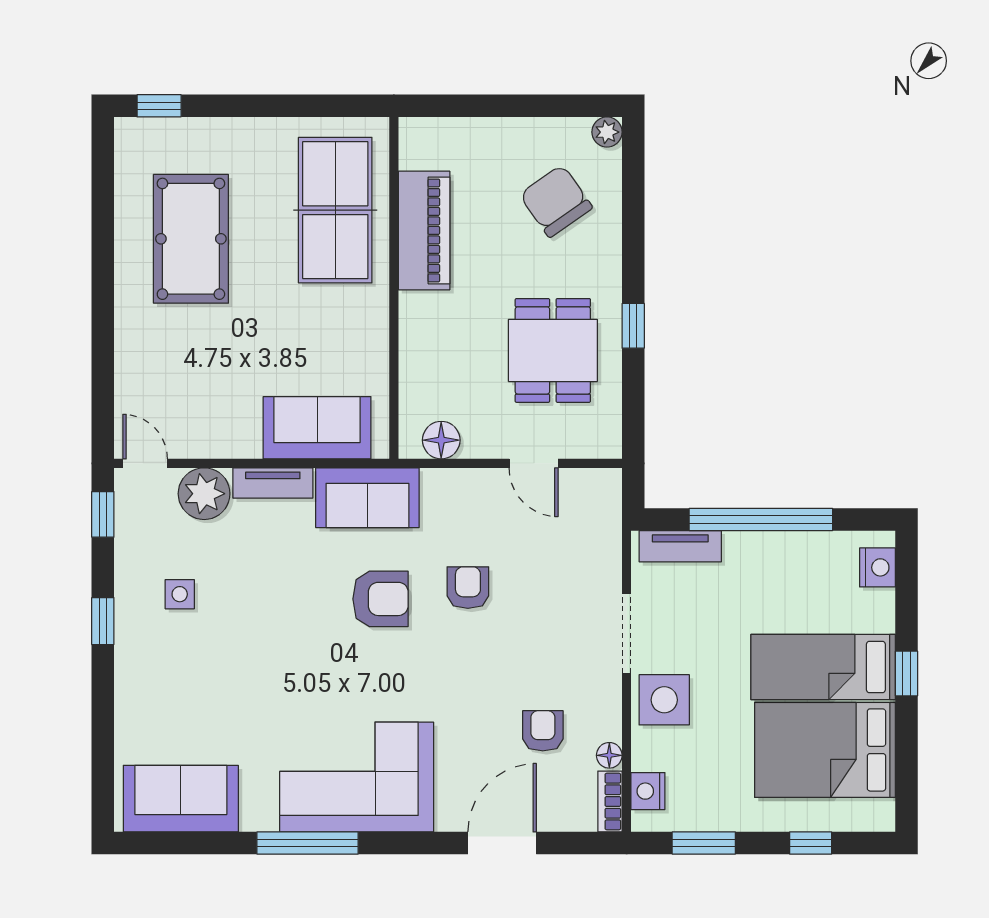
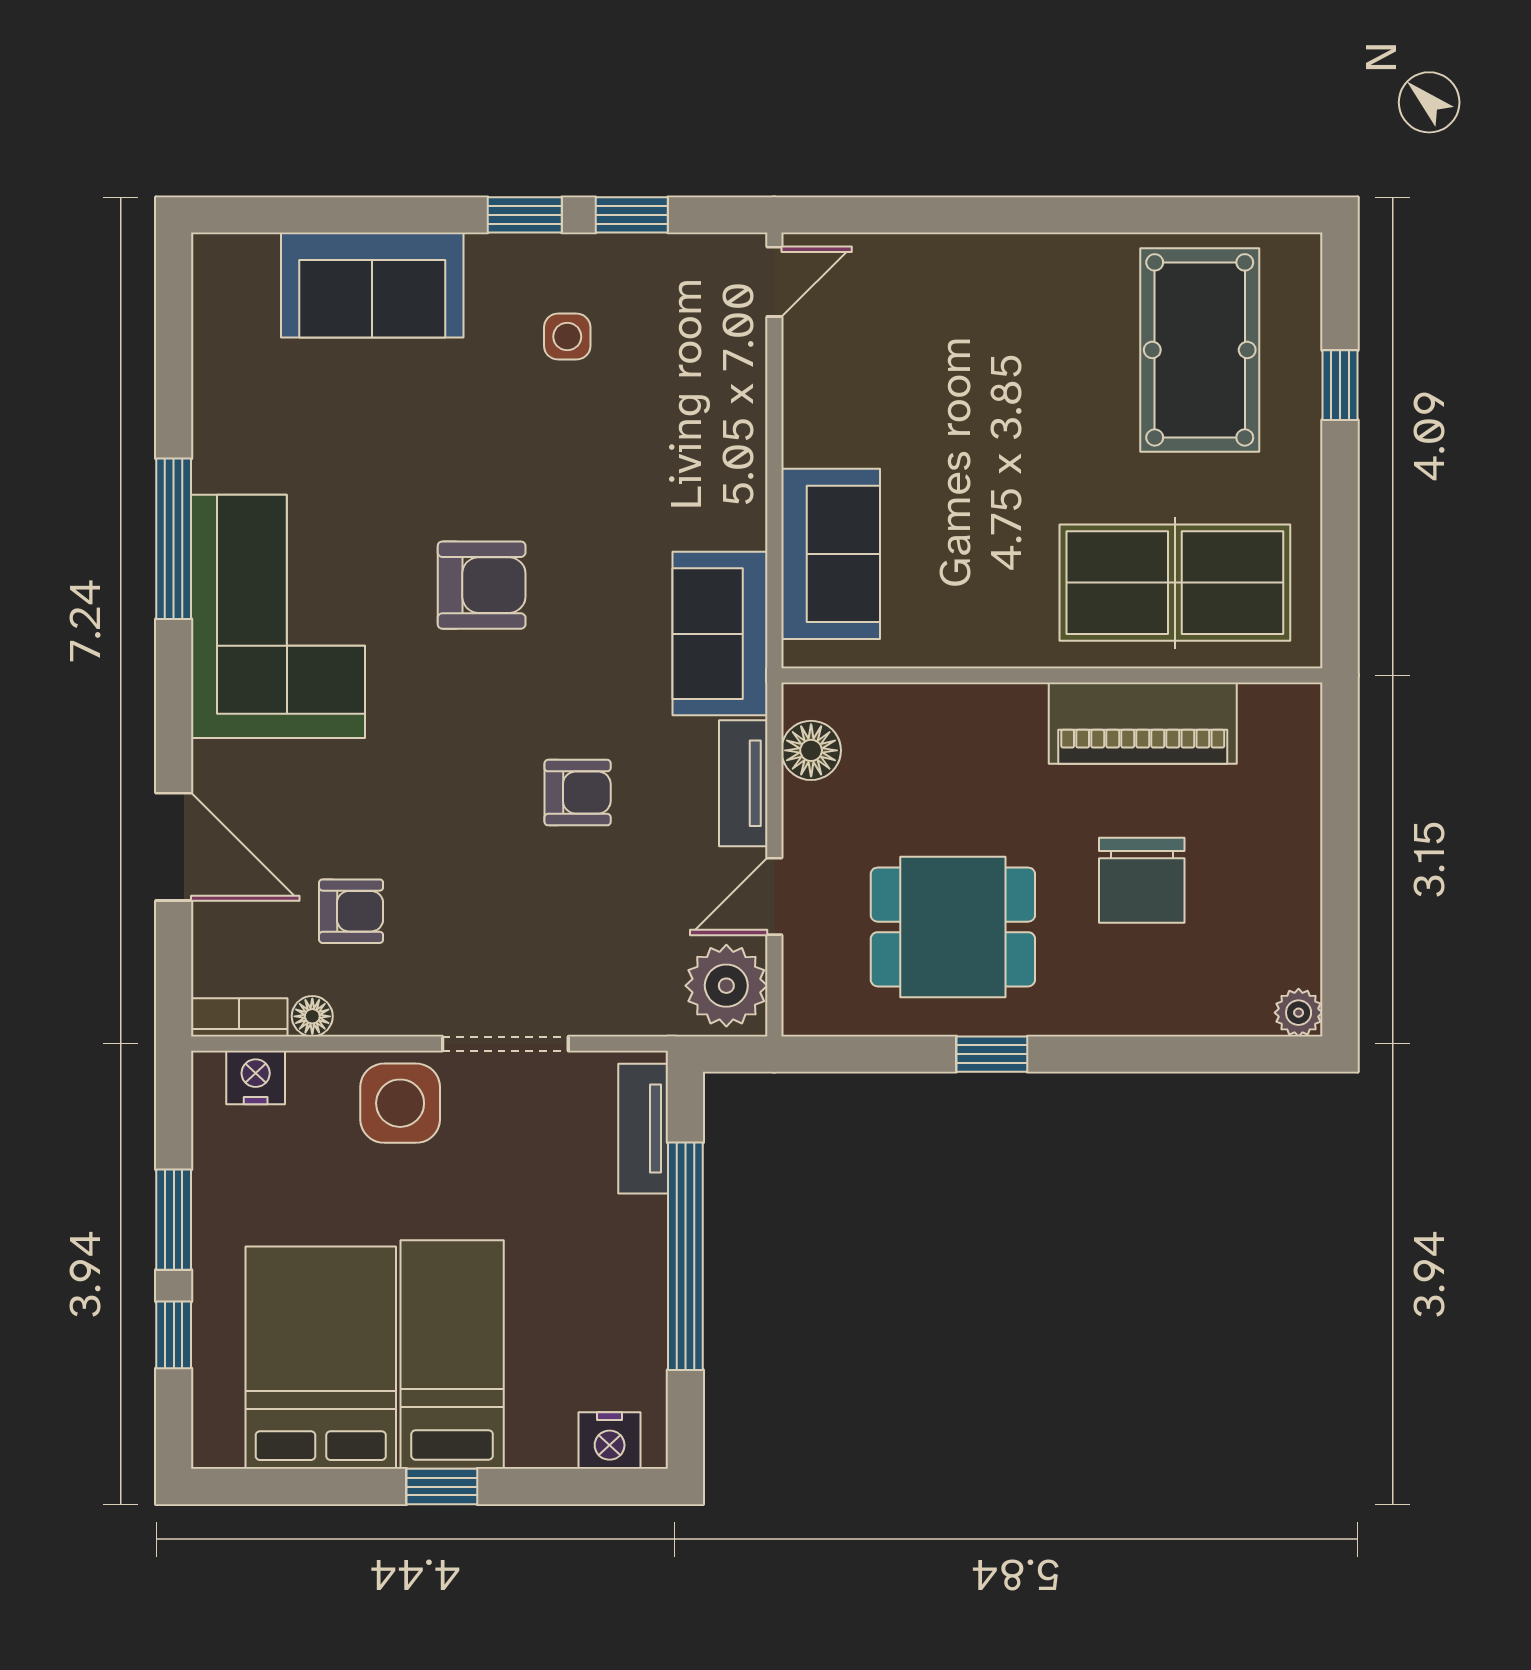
window: (159, 106) -> (1340, 385), moved
chair: (556, 201) -> (1142, 880), moved, turned 125
pool table: (191, 239) -> (1200, 350), moved, turned 90
tv unit: (273, 483) -> (743, 783), moved
plant: (204, 494) -> (726, 986), moved
window: (103, 514) -> (632, 215), moved
armchair: (380, 599) -> (482, 585), moved, turned -90
sofa: (181, 799) -> (372, 285), moved, turned 90
window: (704, 843) -> (174, 1220), moved

